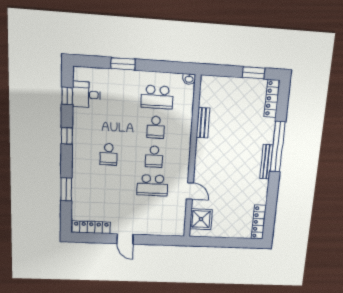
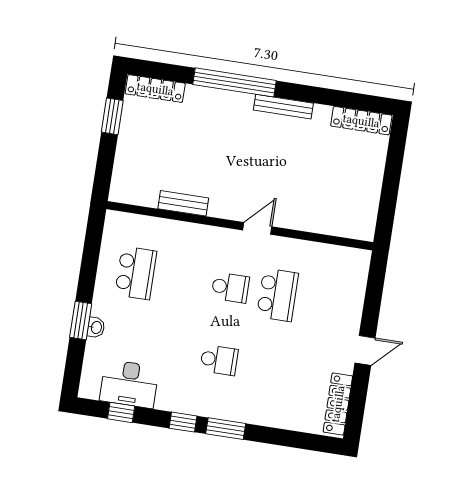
washbasin: (189, 79) -> (96, 327), moved
desk: (86, 95) -> (129, 384), width x1.37
school desk: (156, 127) -> (183, 280), removed
bench: (266, 162) -> (283, 107), moved
window: (66, 189) -> (226, 429), moved
door: (190, 191) -> (257, 228), moved
shower: (201, 219) -> (345, 219), removed

